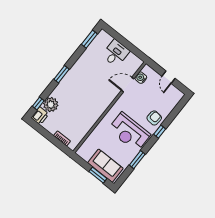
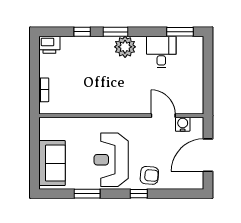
desk: (116, 53) -> (161, 52), moved, turned -90
door: (169, 77) -> (208, 155), width x1.87
window: (38, 103) -> (82, 32), moved
plant: (51, 105) -> (125, 47), moved
window: (98, 175) -> (35, 163), removed

